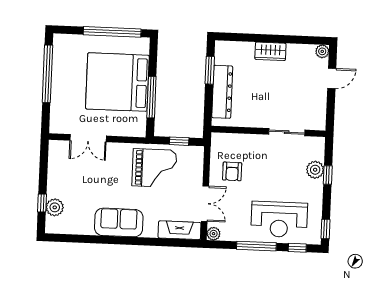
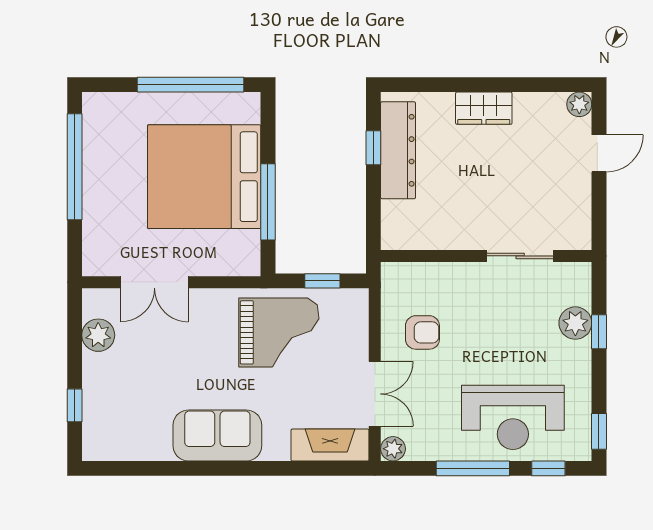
window: (210, 70) -> (373, 148), width x0.67
dresser: (222, 92) -> (398, 150), moved
armchair: (232, 171) -> (422, 332), turned -90
plant: (55, 207) -> (98, 335), moved

